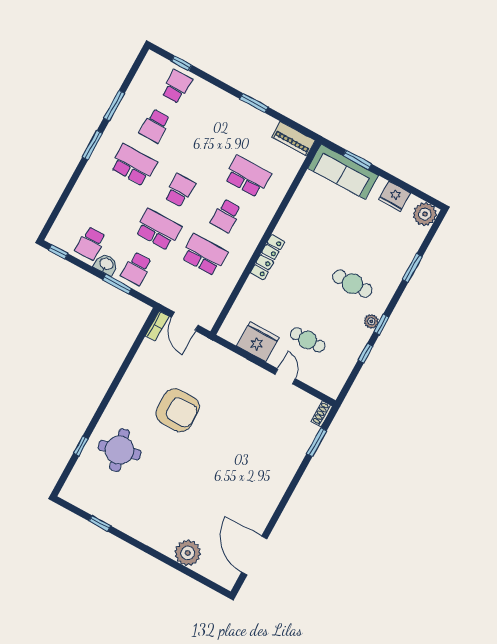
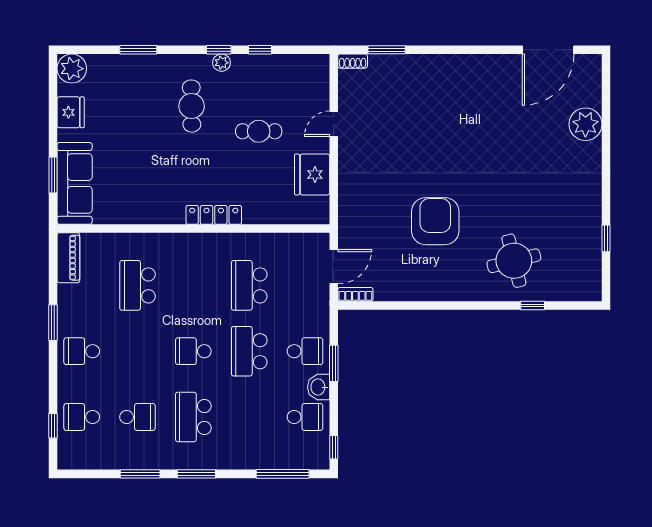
window: (59, 206) -> (283, 474), added
school desk: (226, 216) -> (82, 351), moved, turned 180
cafe table: (308, 340) -> (259, 131), moved, turned 90

